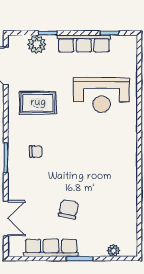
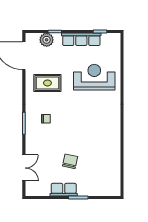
reception desk: (101, 95) -> (94, 77), turned 180
row of seats: (51, 248) -> (64, 190), width x0.68
plant: (113, 251) -> (103, 192), removed

